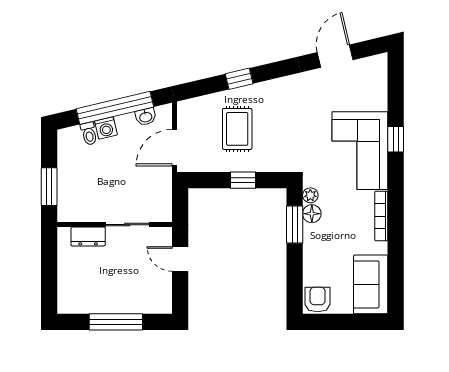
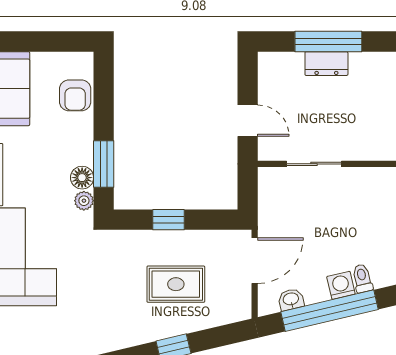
rug: (237, 129) -> (176, 284), turned 90
dresser: (88, 236) -> (326, 64), moved, turned 180
armchair: (318, 300) -> (75, 95), moved

